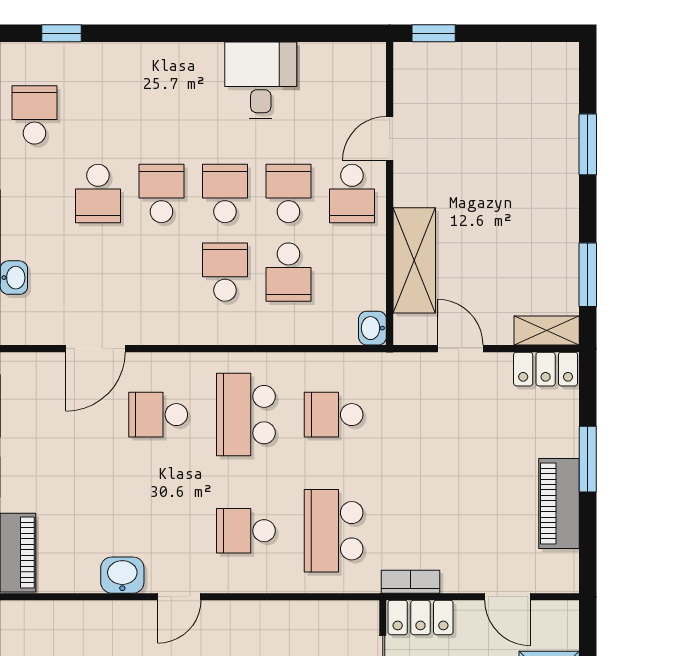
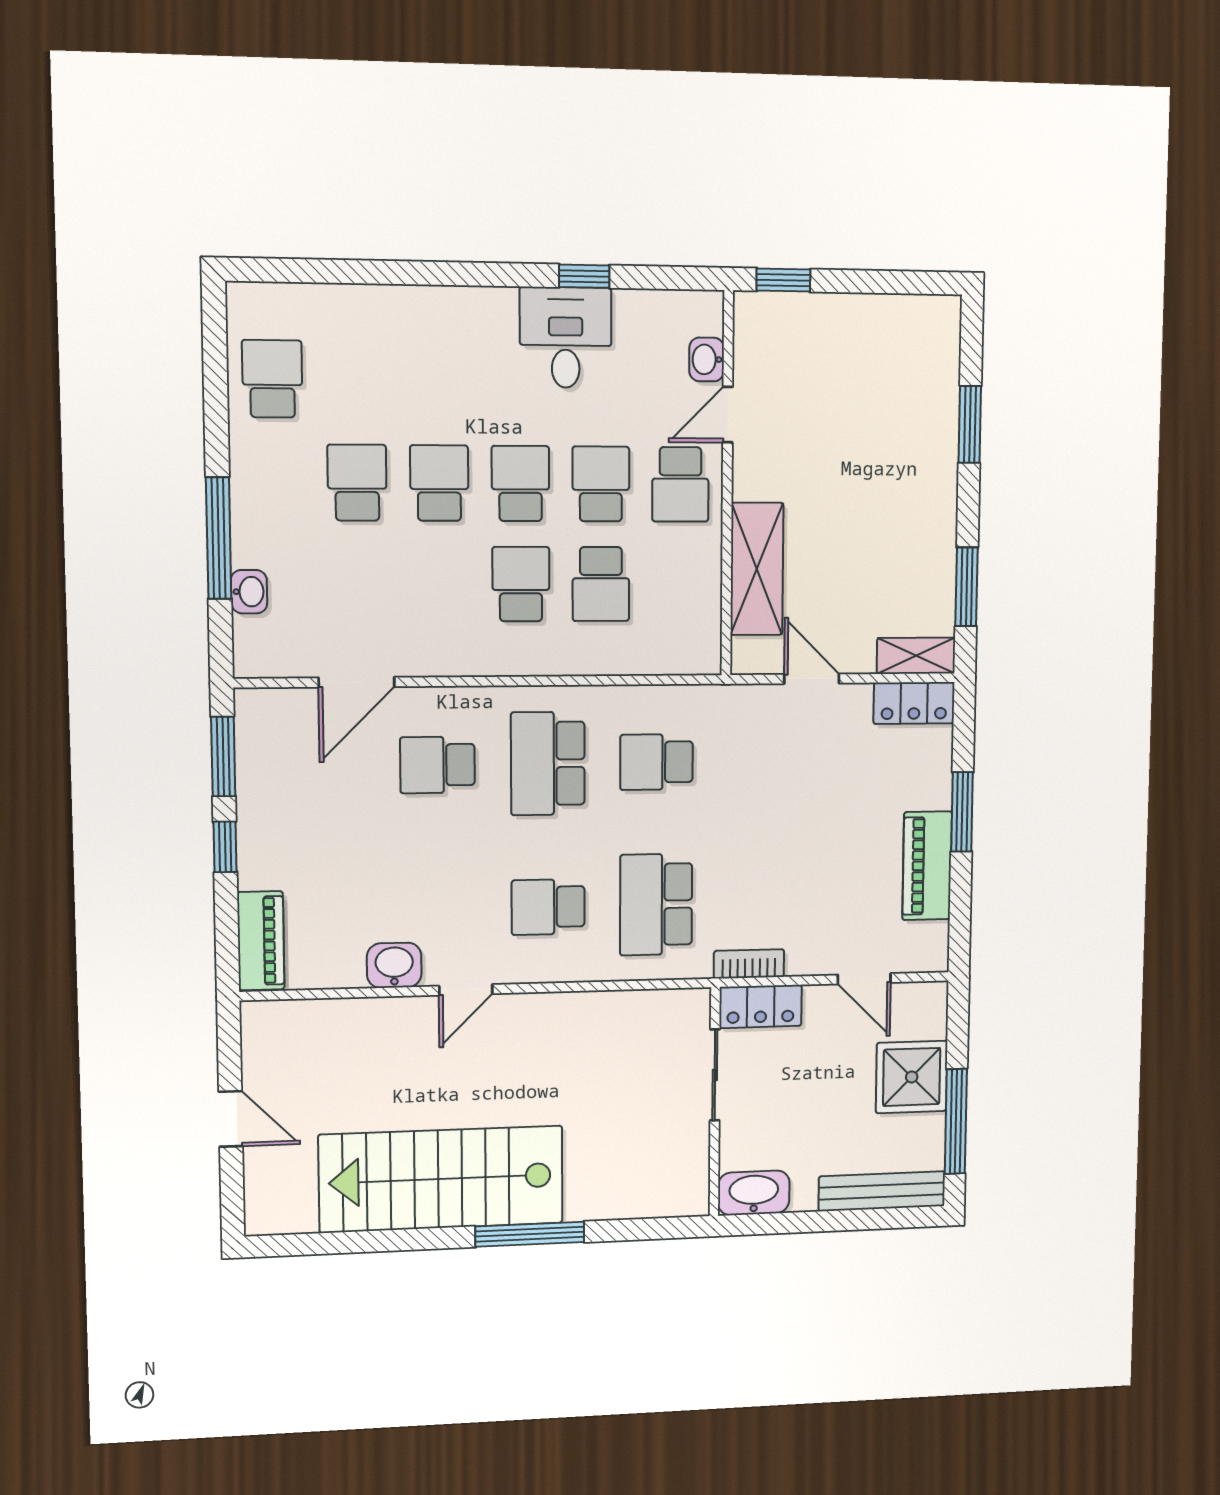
window: (61, 33) -> (584, 276), moved
school desk: (98, 193) -> (357, 483), turned 180
washbasin: (372, 328) -> (707, 359), moved

